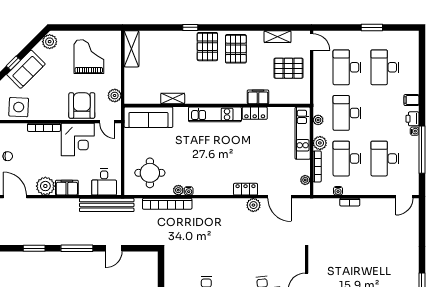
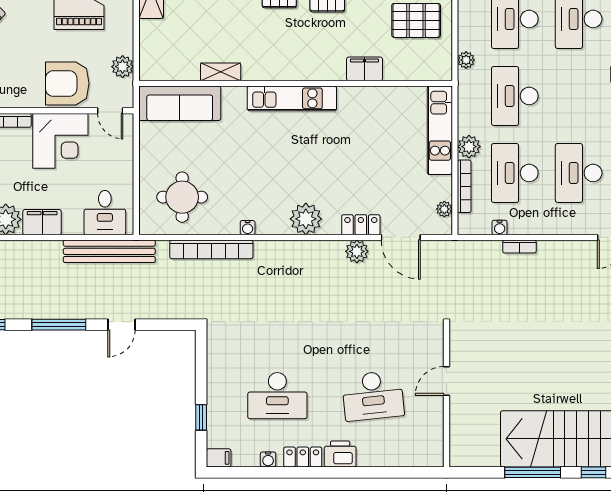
armchair: (82, 106) -> (67, 83), turned -90
locker: (255, 113) -> (359, 96), removed
plant: (318, 120) -> (466, 60), moved
locker: (246, 189) -> (361, 225), moved
plant: (178, 190) -> (306, 219), moved, width x1.87, depth x1.87

